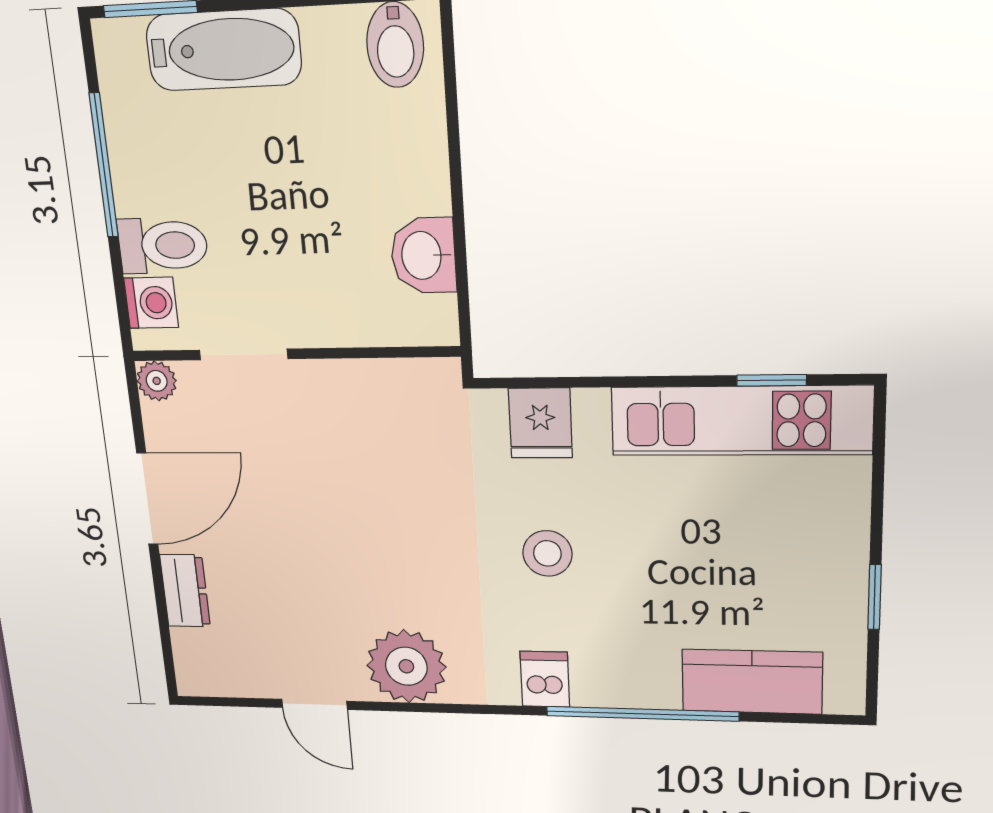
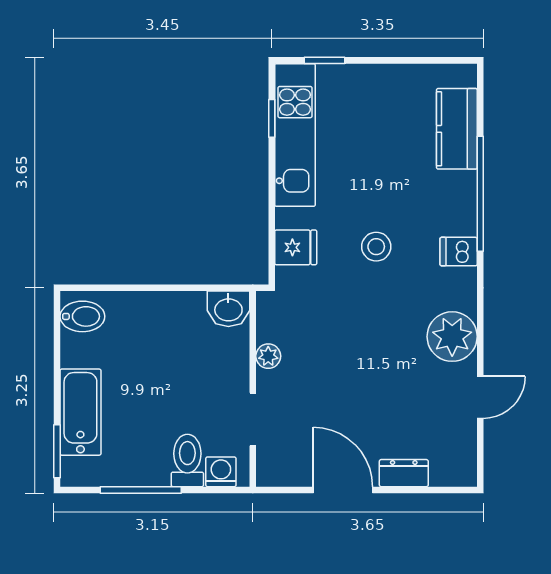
washbasin: (423, 255) -> (228, 309), moved
plant: (157, 381) -> (268, 356), moved
window: (875, 597) -> (325, 60), moved

